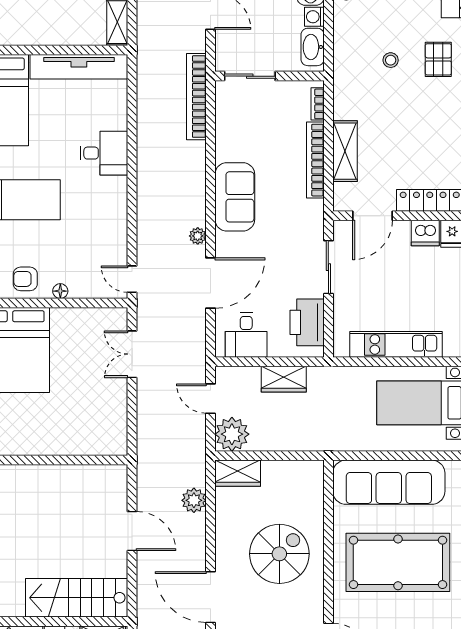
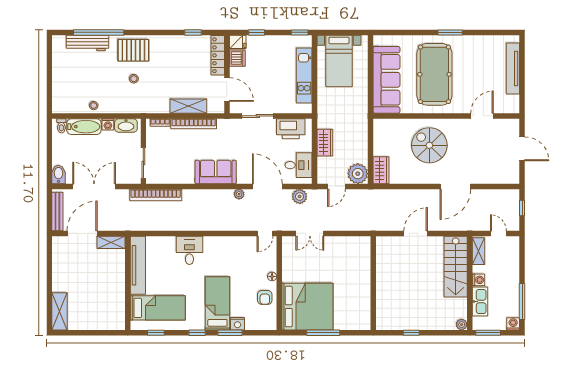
pallet: (438, 59) -> (133, 50), width x1.50, depth x1.42
plant: (194, 500) -> (300, 196), moved

